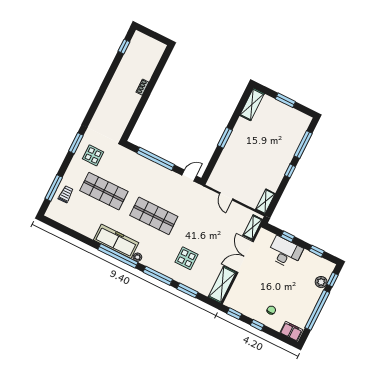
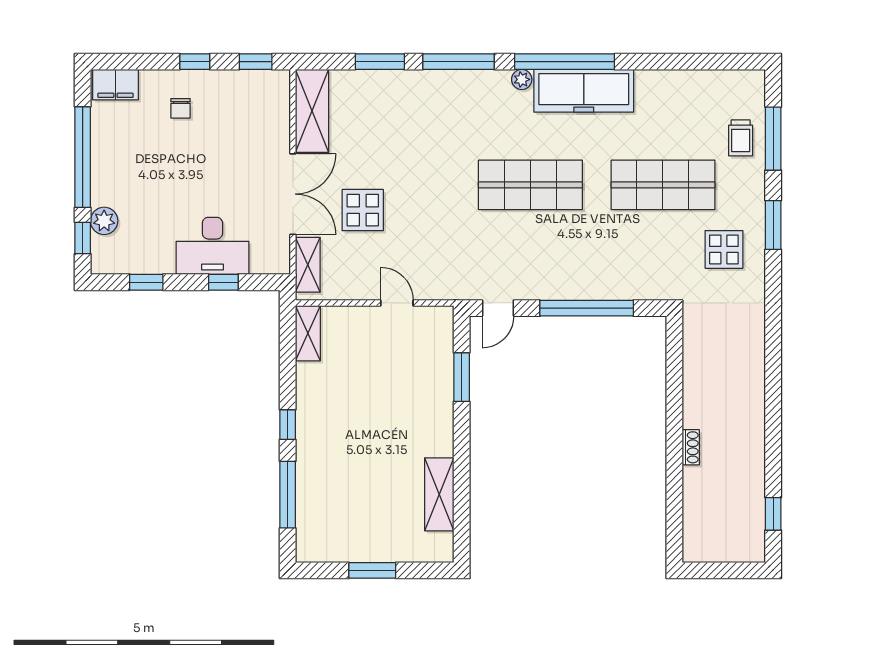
shelving: (252, 104) -> (439, 494), moved
window: (225, 138) -> (462, 377), moved
window: (76, 143) -> (773, 225), moved
display table: (186, 258) -> (363, 210), moved

